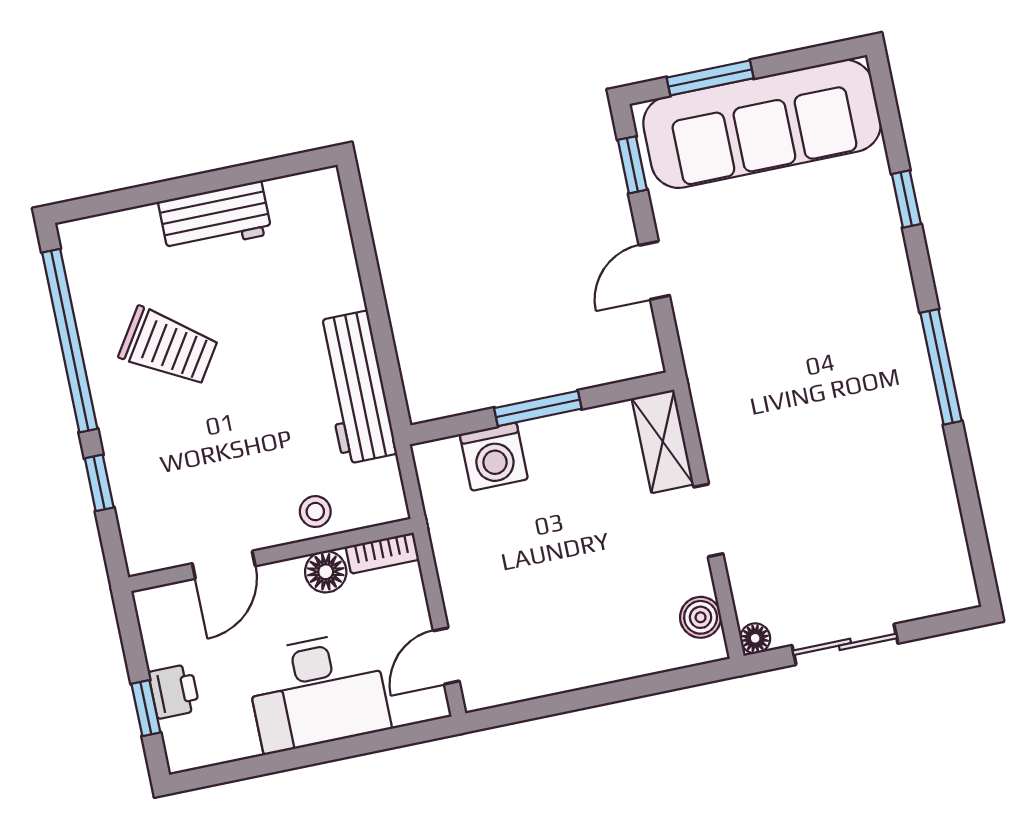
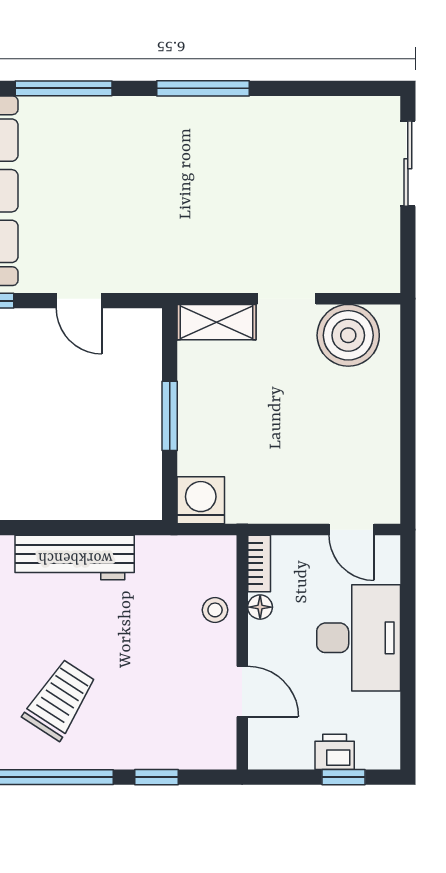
window: (906, 199) -> (64, 88), width x2.17
workbench: (356, 387) -> (75, 557), moved
washing machine: (494, 457) -> (201, 500), moved, turned -90
floor lamp: (326, 572) -> (260, 607), width x0.73, depth x0.73
boiler: (701, 617) -> (348, 335), width x1.86, depth x1.86
floor lamp: (755, 638) -> (388, 281), removed
sliding door: (845, 644) -> (408, 164), moved

